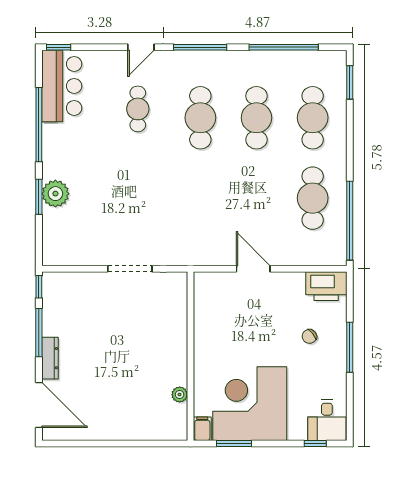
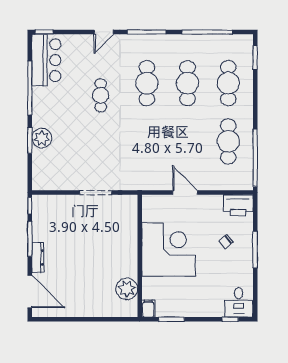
cafe table: (138, 109) -> (101, 95), moved
plant: (180, 395) -> (127, 289), width x1.87, depth x1.87
corner desk: (250, 404) -> (169, 249), moved, turned 90

